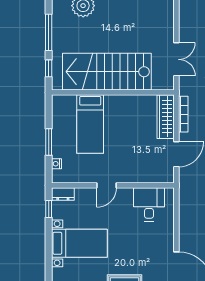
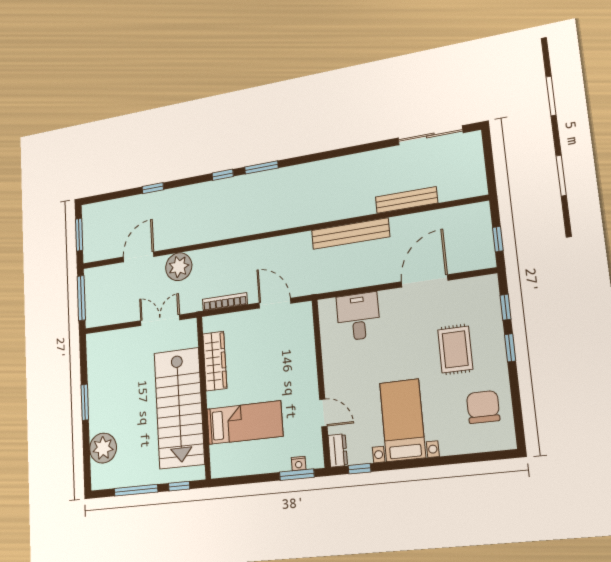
wardrobe: (166, 117) -> (215, 361), moved, turned -90
window: (49, 142) -> (297, 475), moved
door: (107, 185) -> (323, 413), moved
desk: (149, 204) -> (358, 317), moved, turned 90

